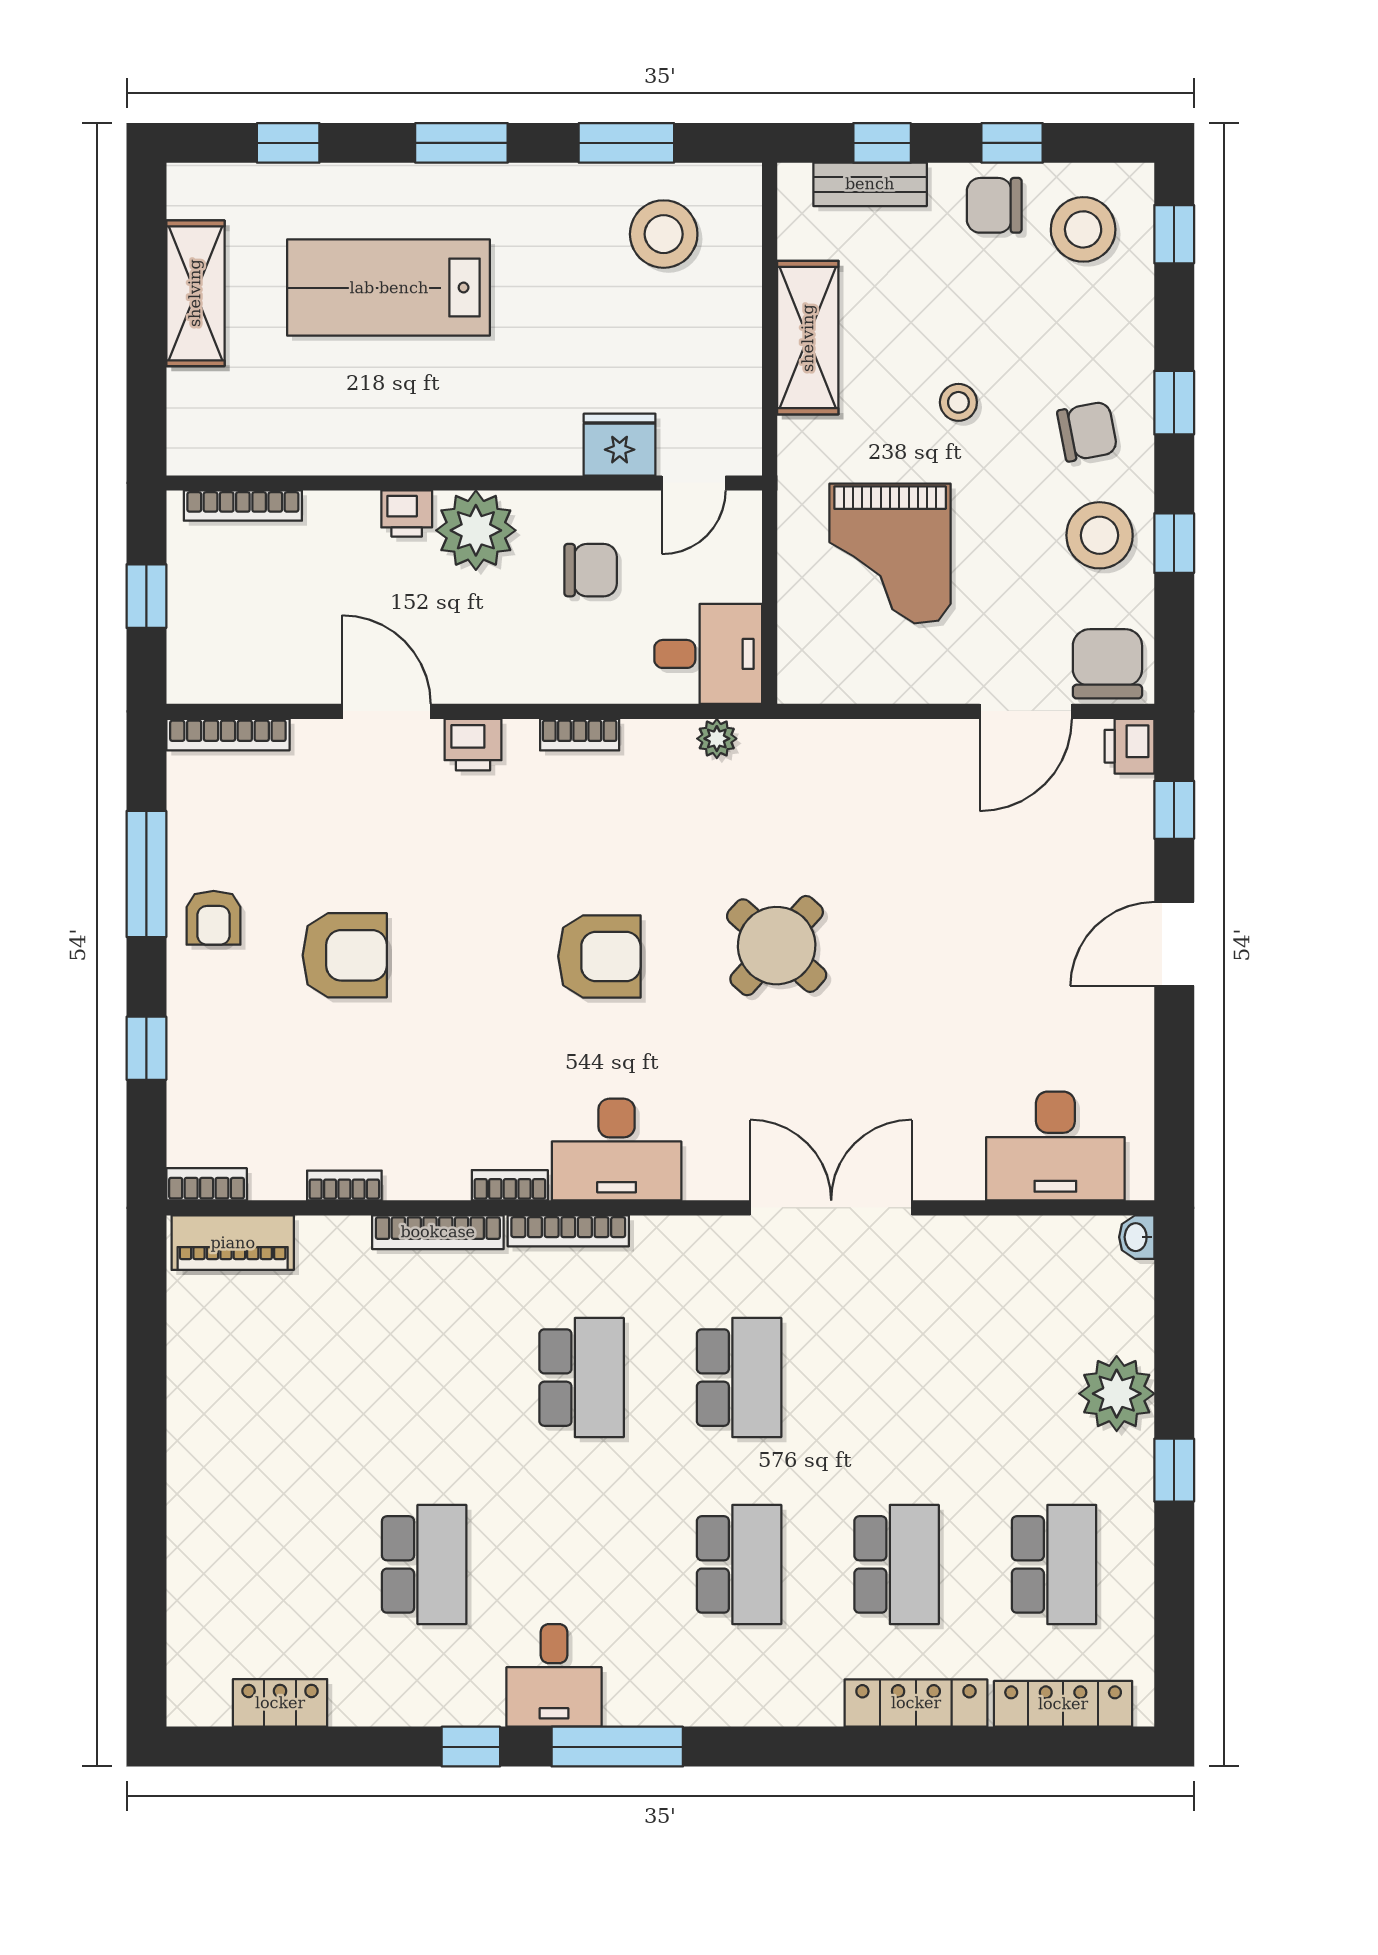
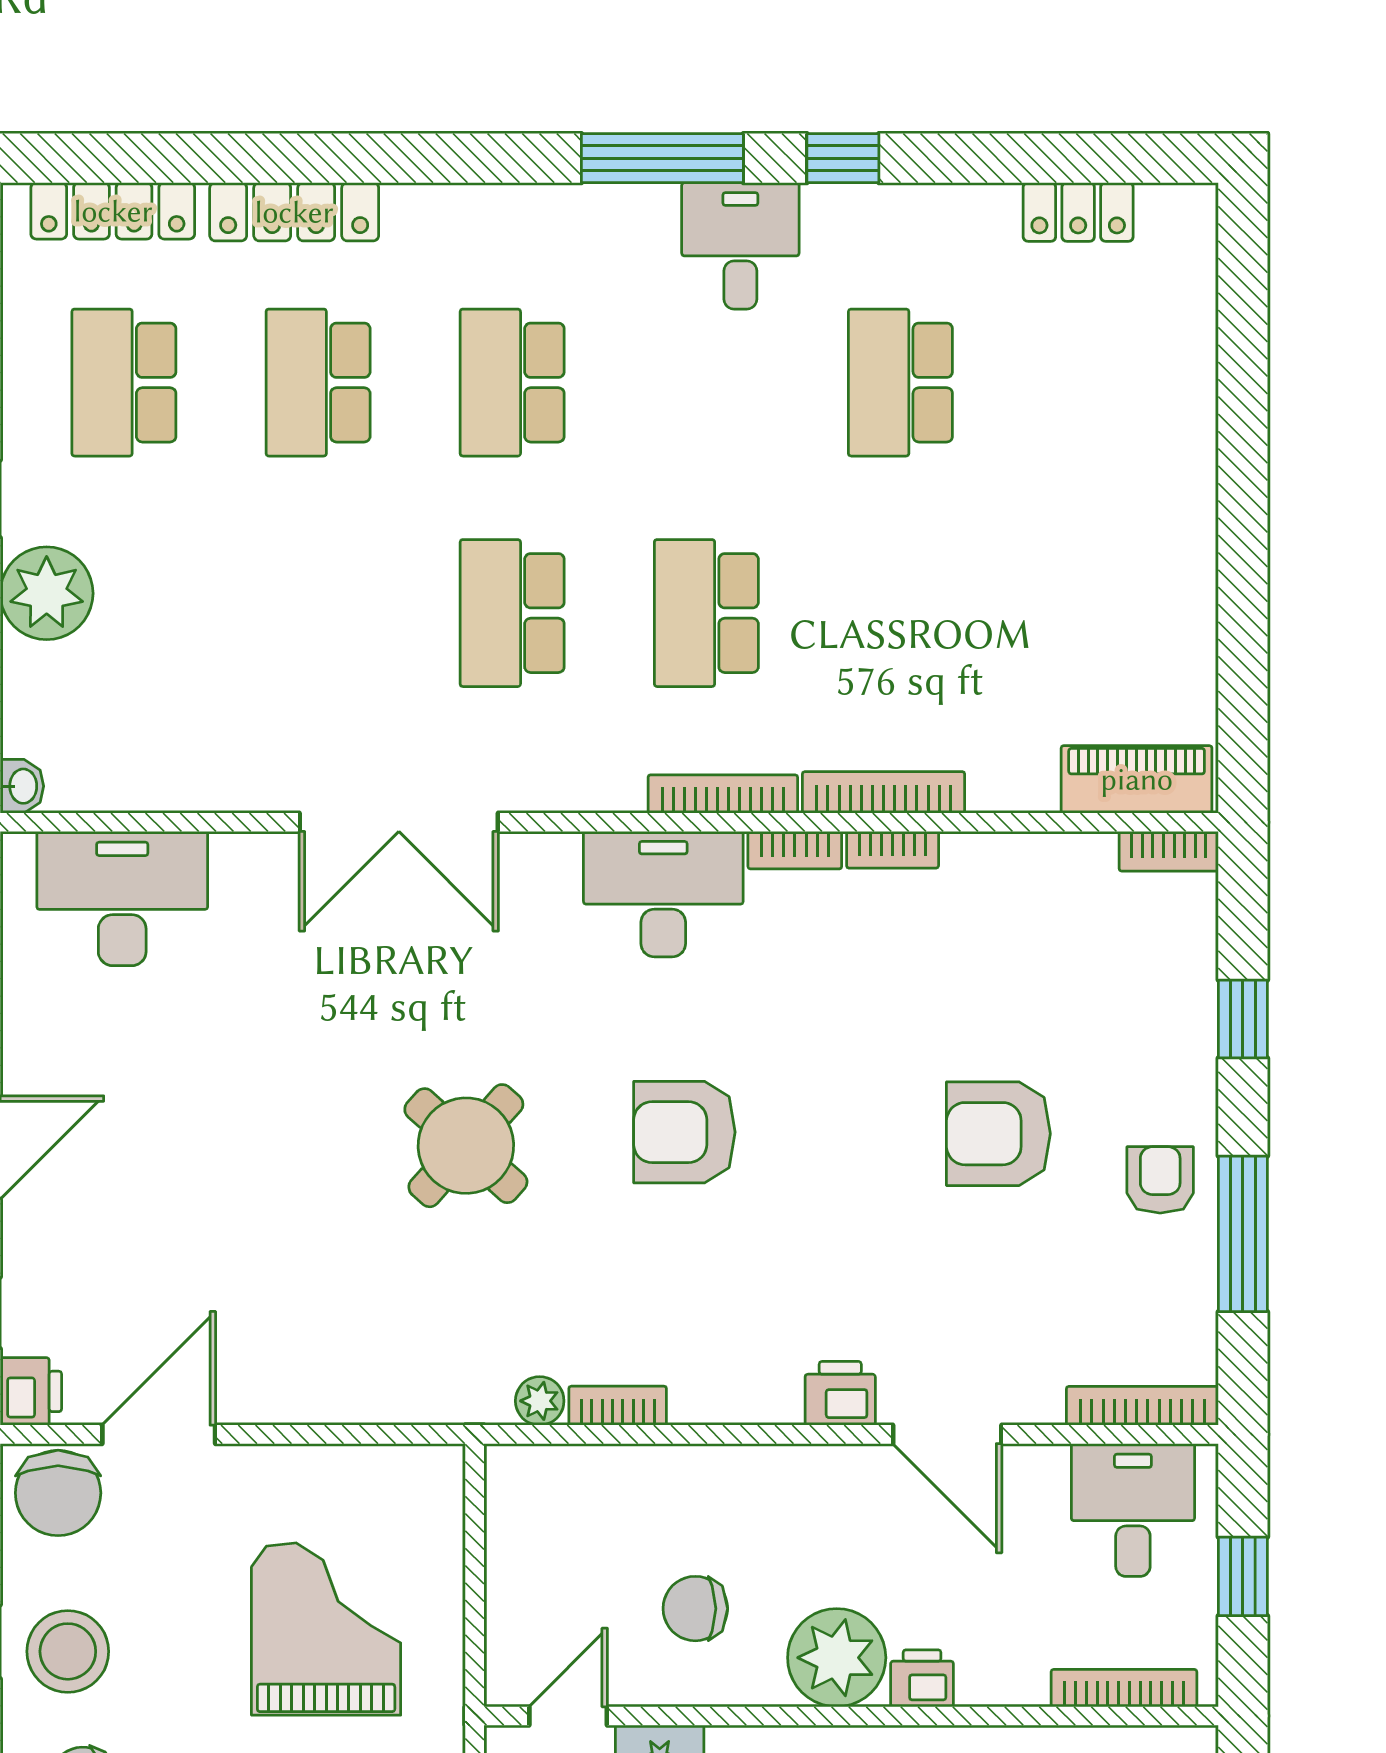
desk: (708, 654) -> (1133, 1510), moved, turned 90
bookcase: (580, 735) -> (618, 1406), moved
bookcase: (344, 1185) -> (893, 850), moved

